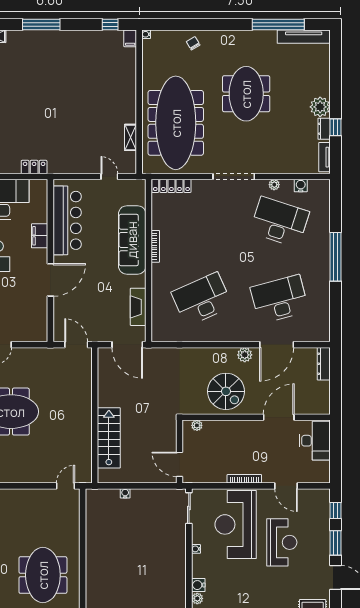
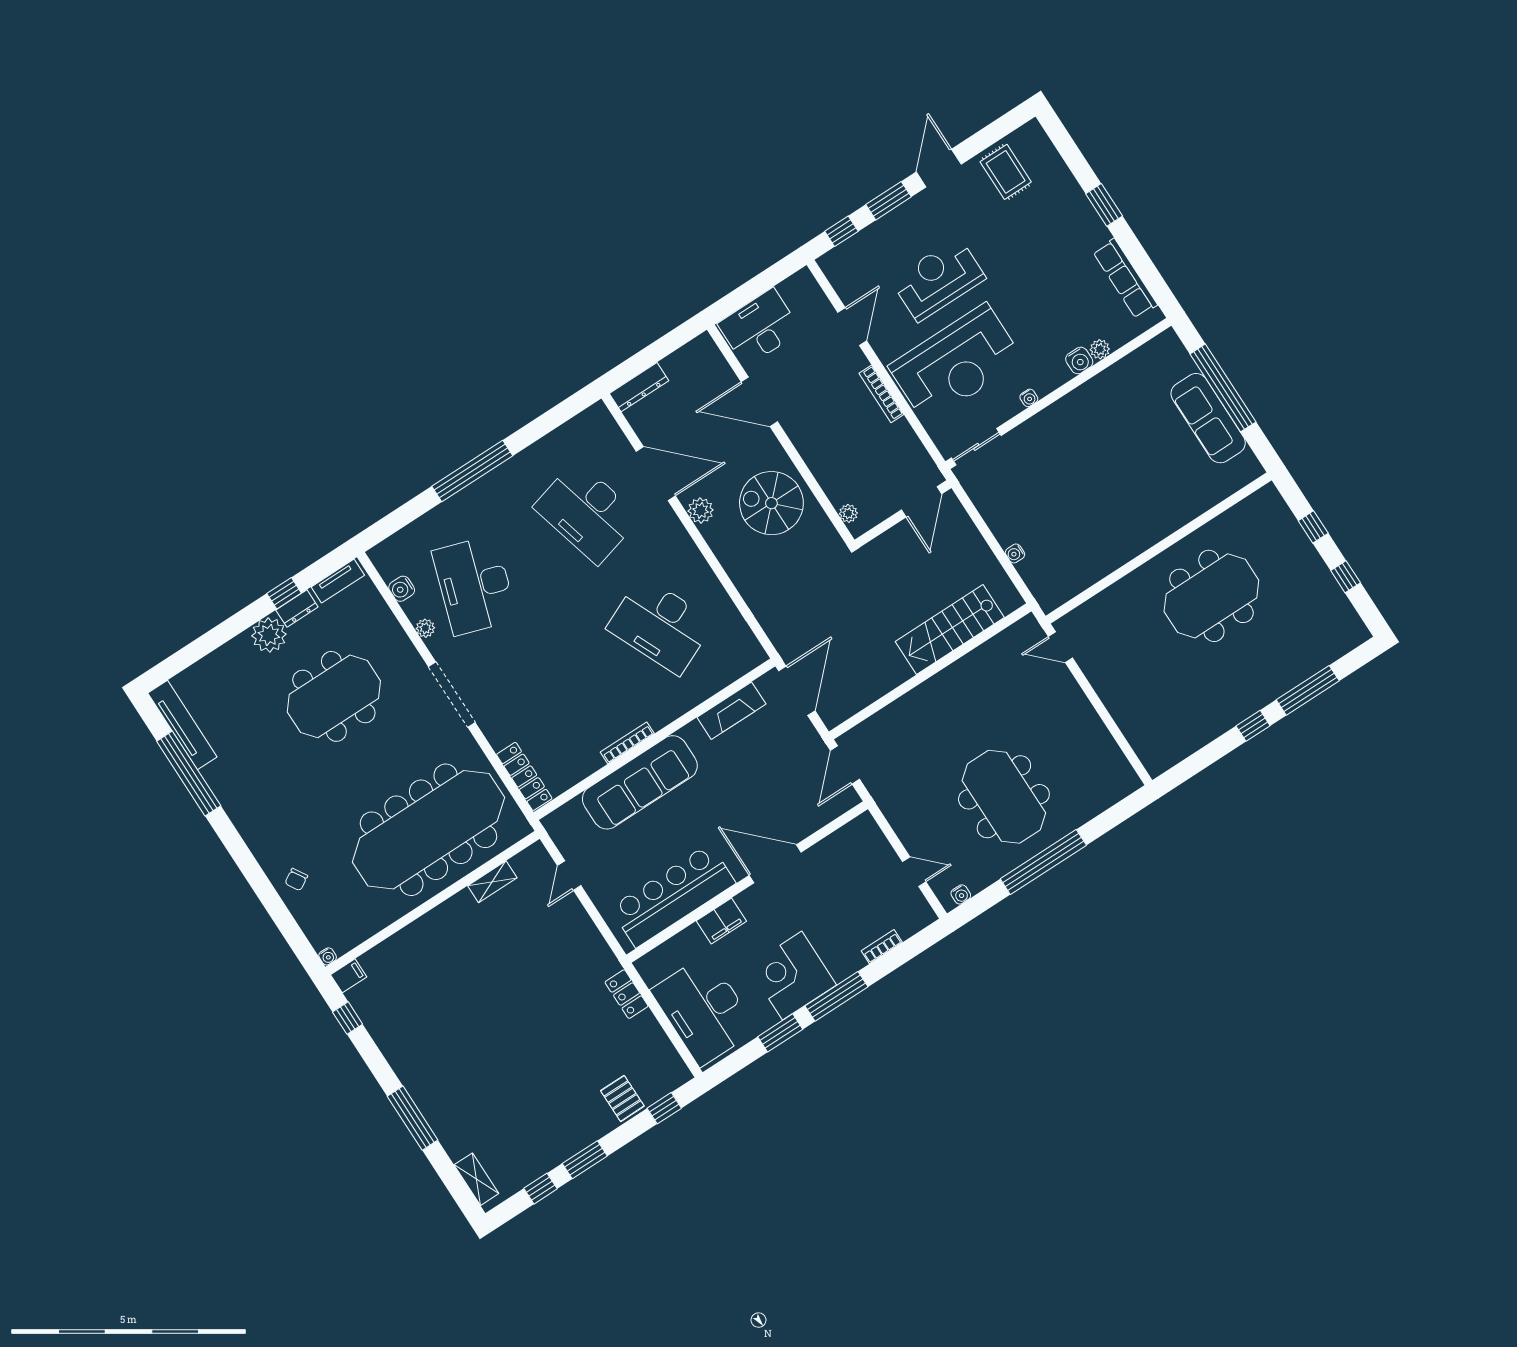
meeting table: (246, 94) -> (334, 696), moved
spiral stairs: (226, 391) -> (771, 503), turned -90

